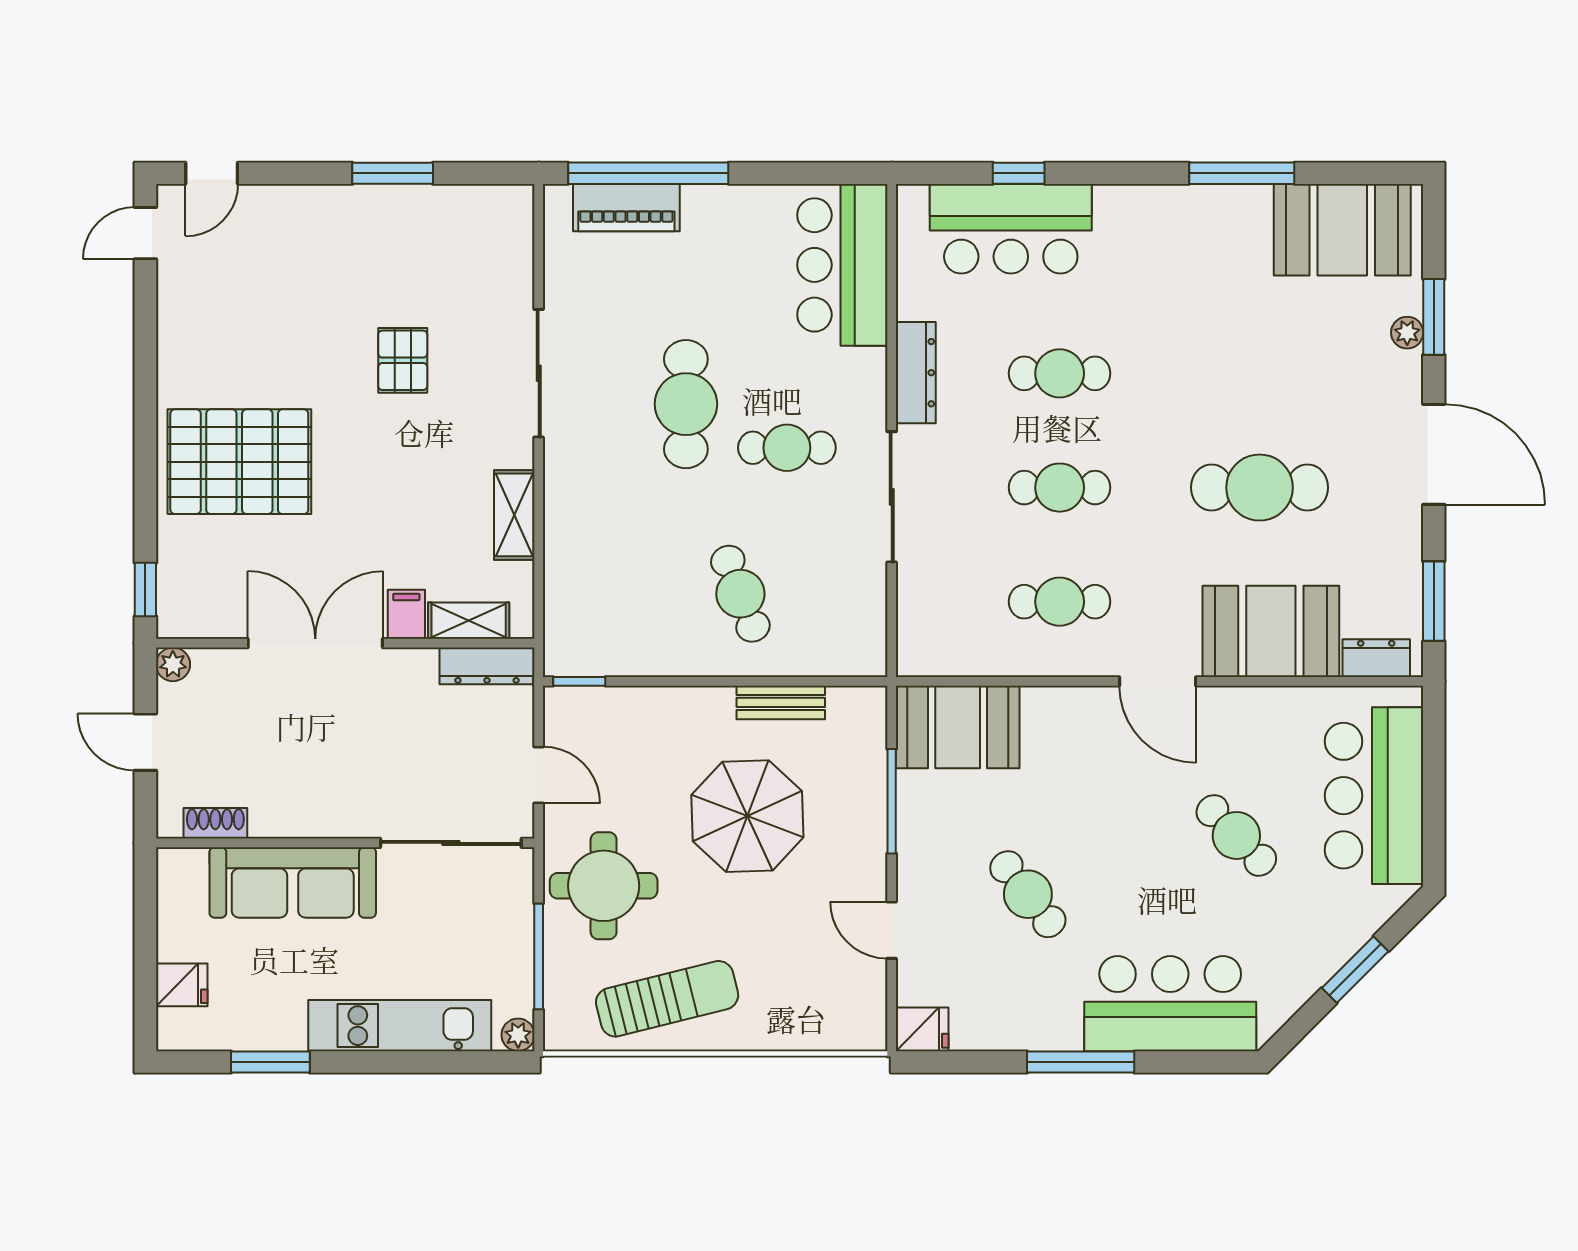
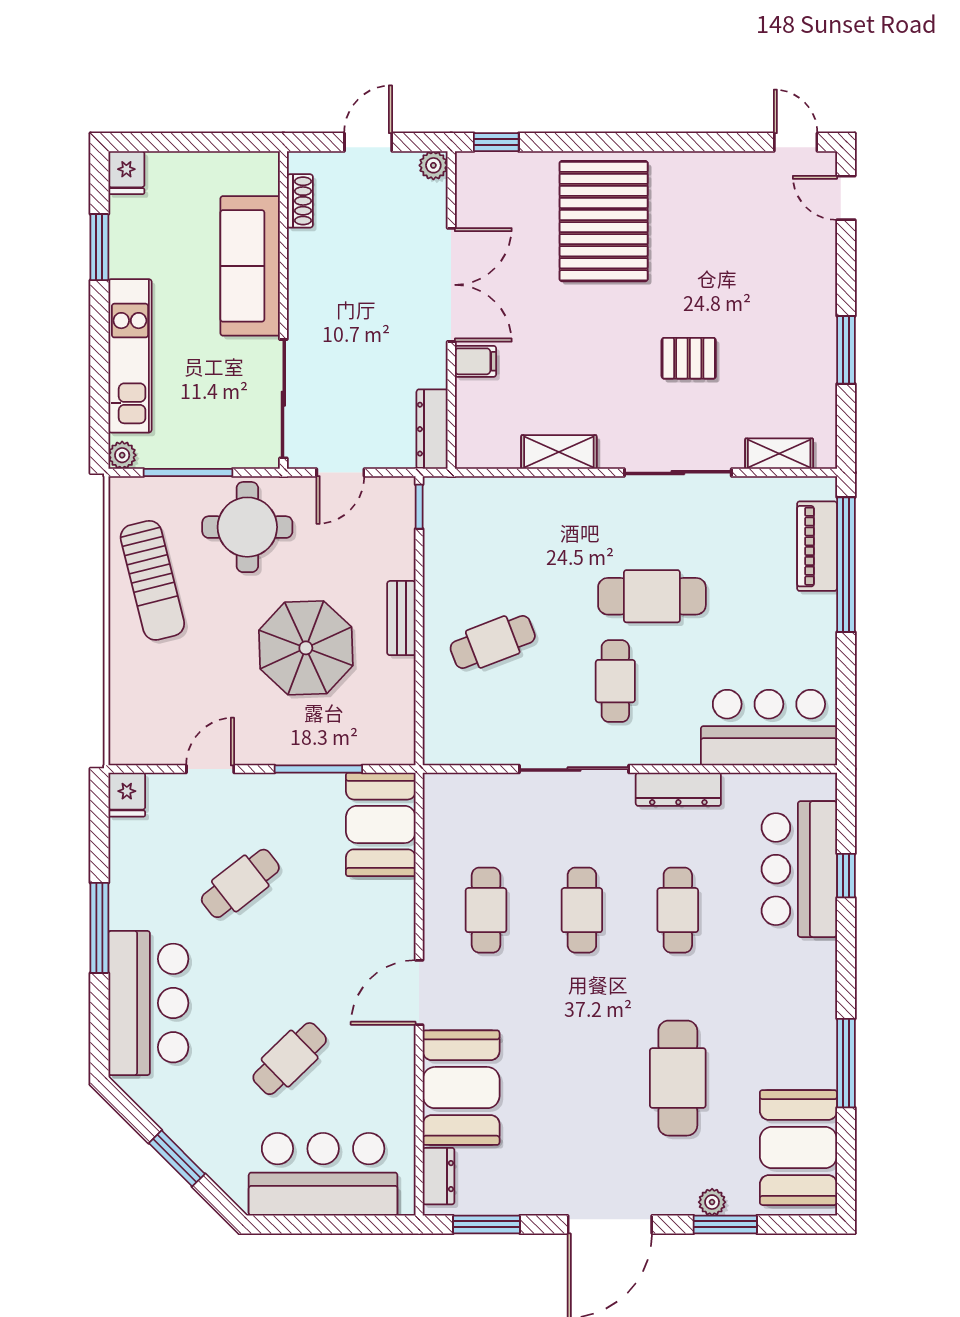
cafe table: (1260, 488) -> (678, 1078), moved
shelving: (469, 621) -> (779, 454), moved, turned 90
bench: (781, 702) -> (401, 618), moved
fridge: (182, 985) -> (126, 173), moved

